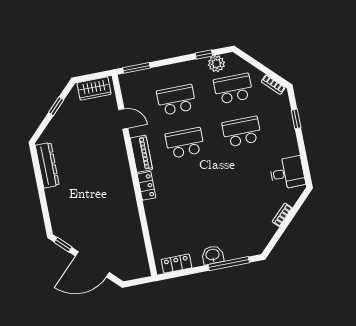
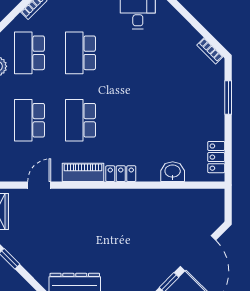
bookcase: (282, 215) -> (210, 51), moved
washbasin: (213, 255) -> (173, 172), moved, turned 90
window: (229, 264) -> (228, 98), width x0.69

